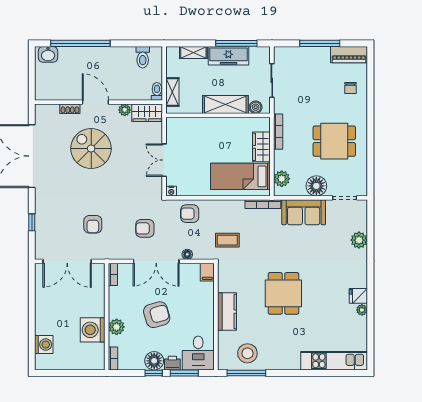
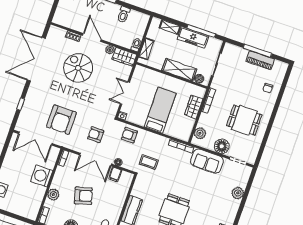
piano: (349, 55) -> (260, 60), moved
toilet: (143, 57) -> (123, 14), moved
bed: (240, 176) -> (160, 110), moved, turned 90
armchair: (93, 224) -> (61, 120), width x1.88, depth x1.88
filing cabinet: (207, 272) -> (115, 175), moved
washing machine: (93, 330) -> (42, 176), moved

